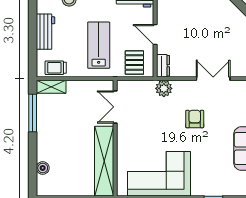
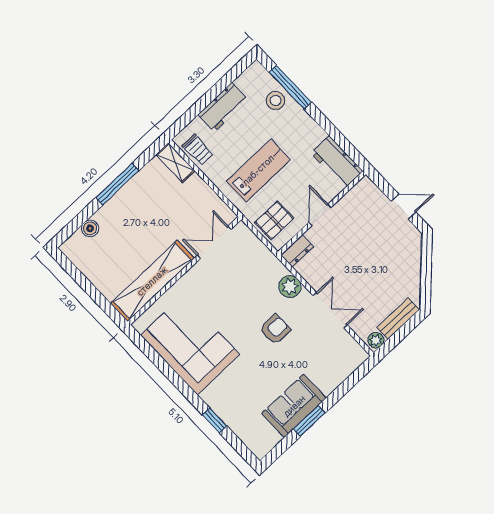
trolley: (56, 68) -> (198, 150), turned 180
plant: (164, 88) -> (290, 287), moved
window: (33, 113) -> (117, 184), moved

